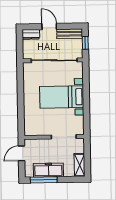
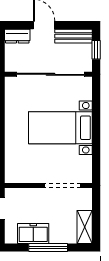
freezer: (48, 170) -> (33, 233), width x0.71
window: (44, 180) -> (48, 247), moved

